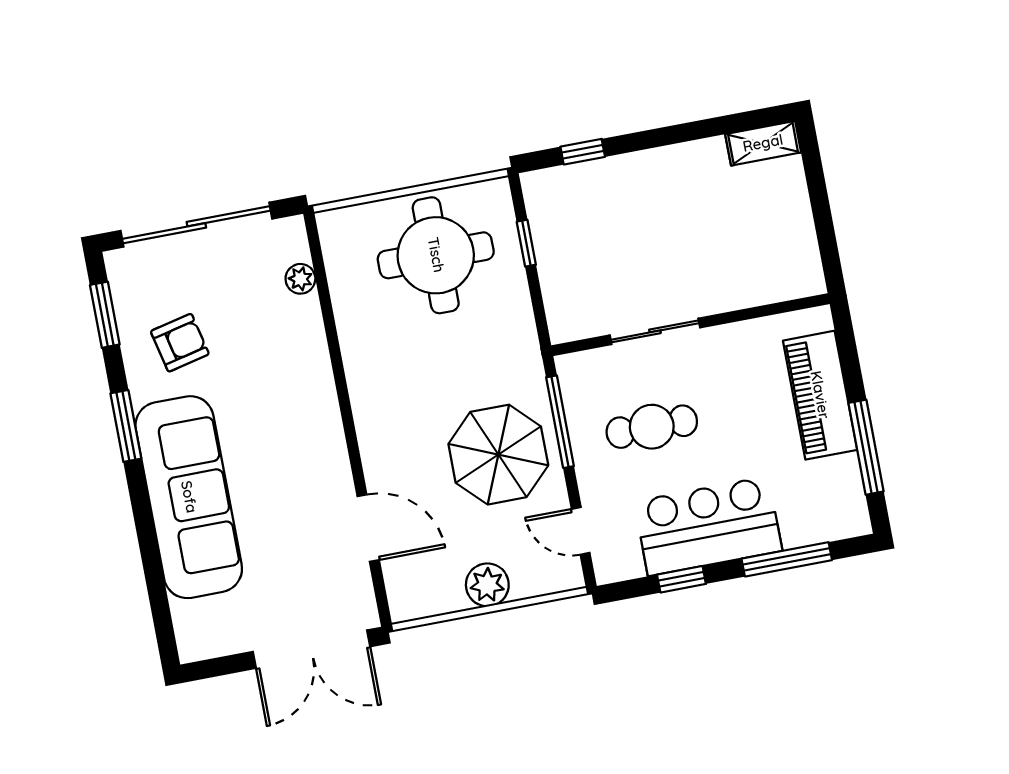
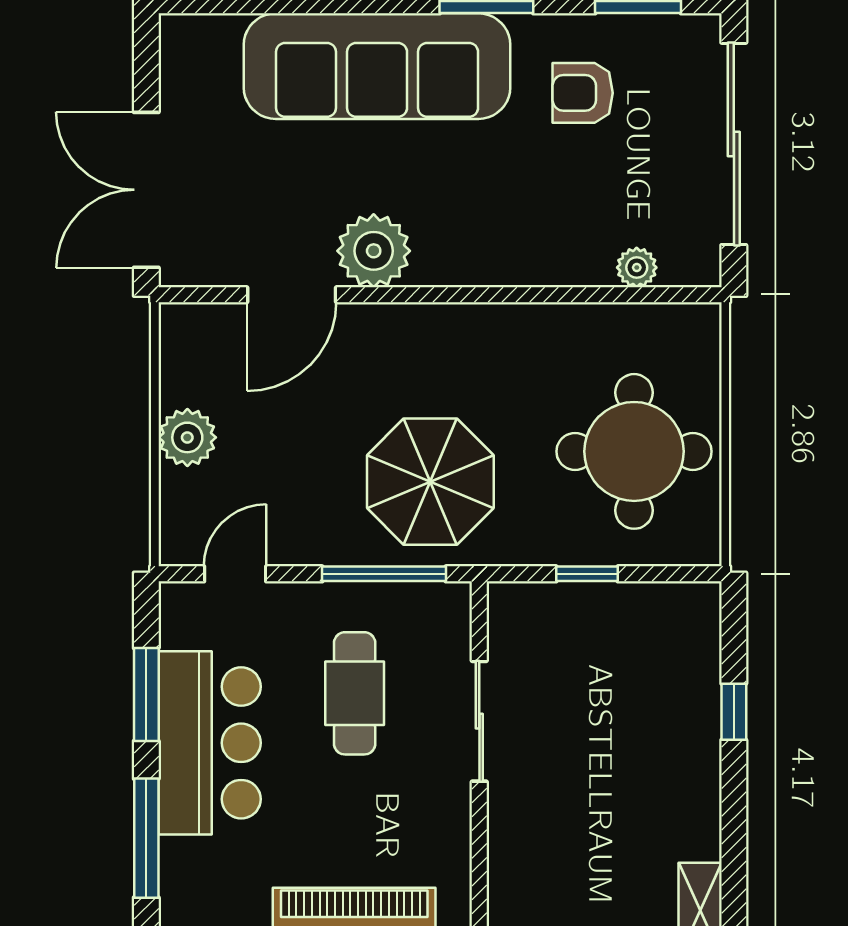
window: (583, 152) -> (734, 712), moved
window: (526, 243) -> (587, 574), moved
armchair: (180, 343) -> (583, 93), turned 103
parasol: (498, 455) -> (430, 482), moved
plant: (325, 474) -> (374, 251), added
window: (681, 579) -> (146, 694), width x1.50

